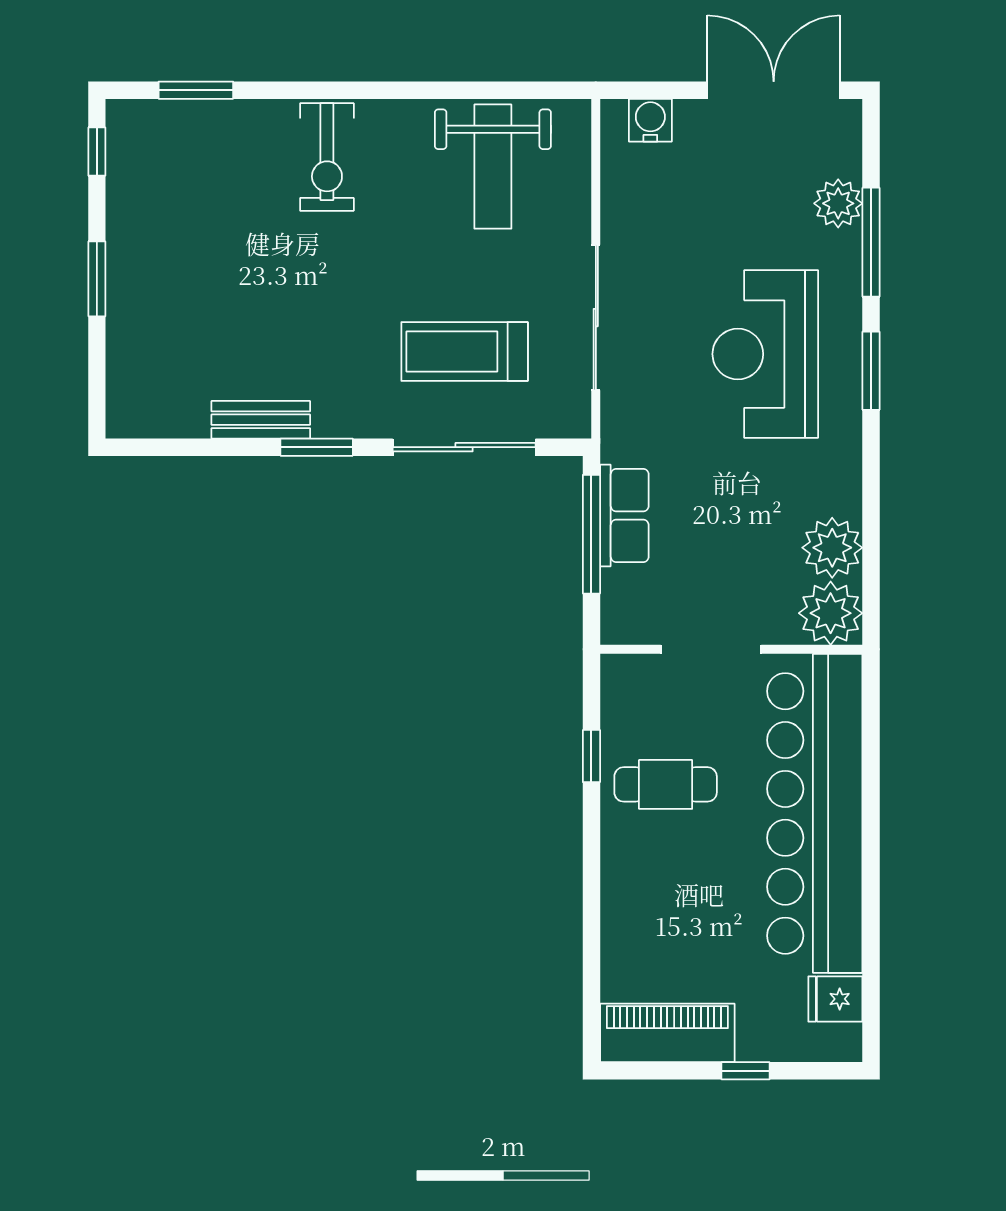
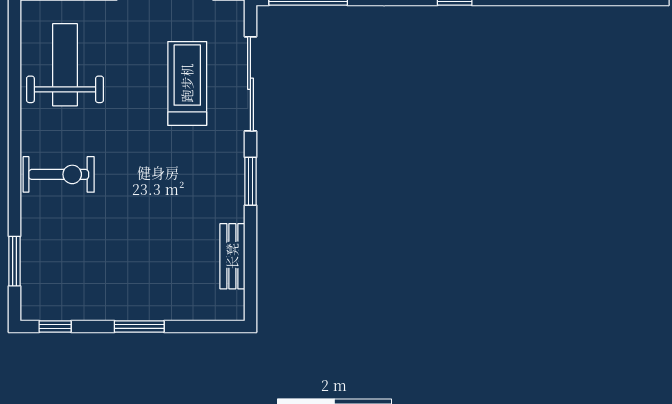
weight bench: (493, 167) -> (65, 65), turned -90
treadmill: (465, 351) -> (187, 83), turned 180
bench: (261, 420) -> (232, 256), moved

